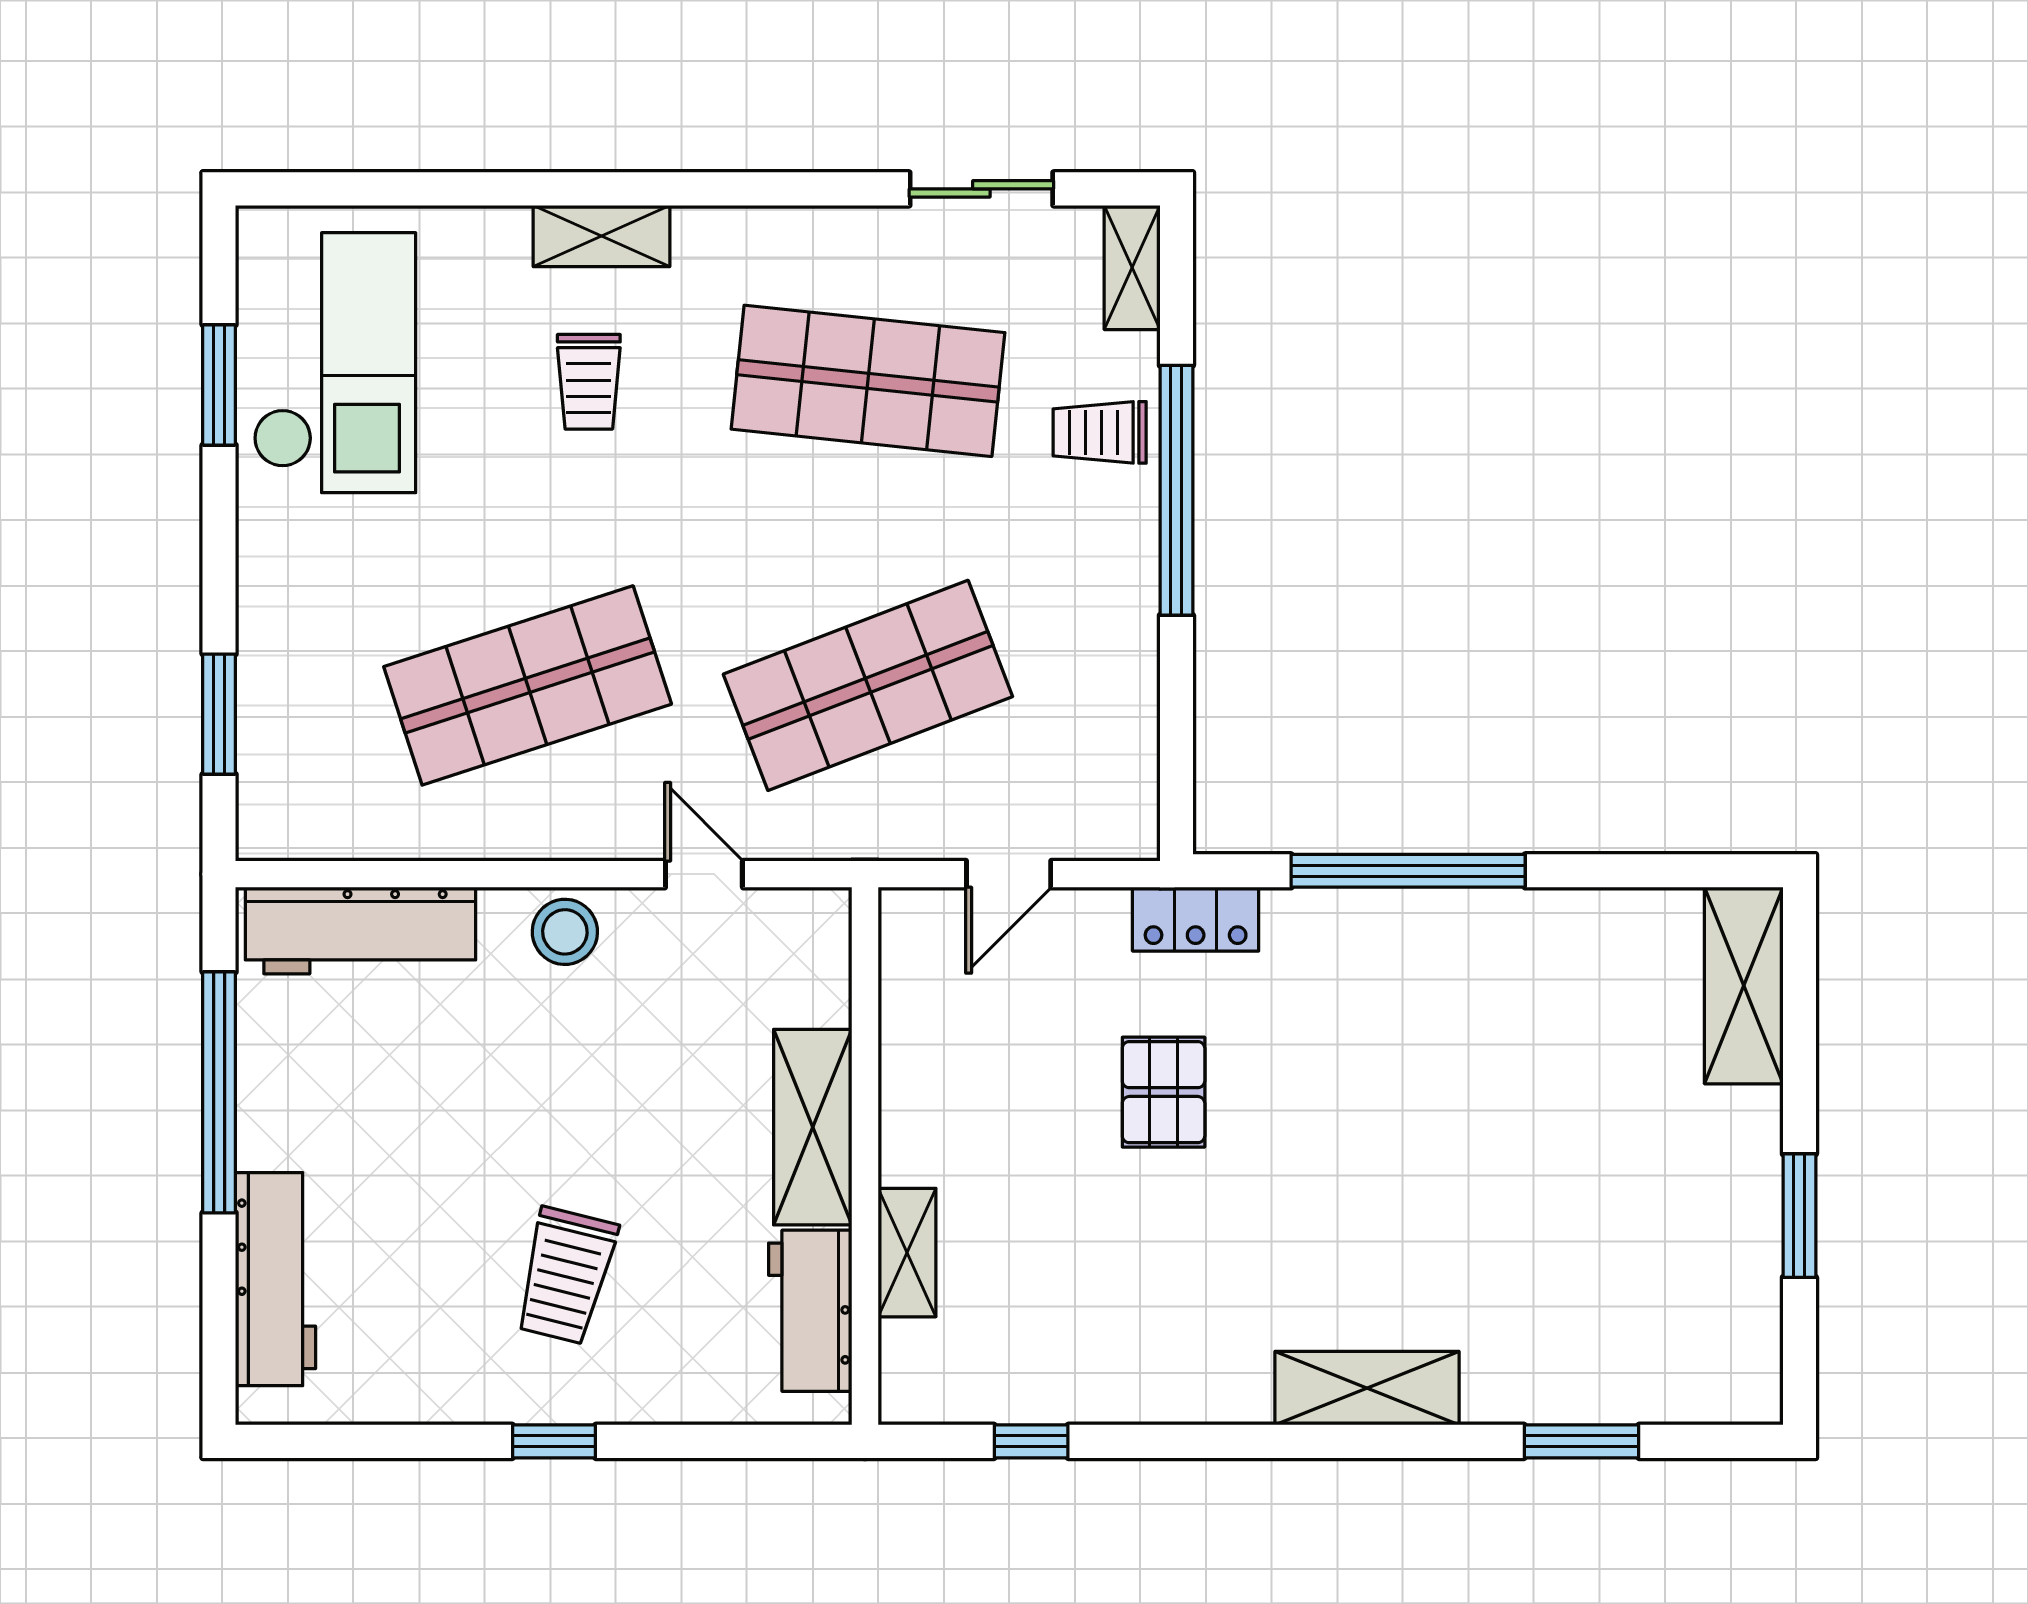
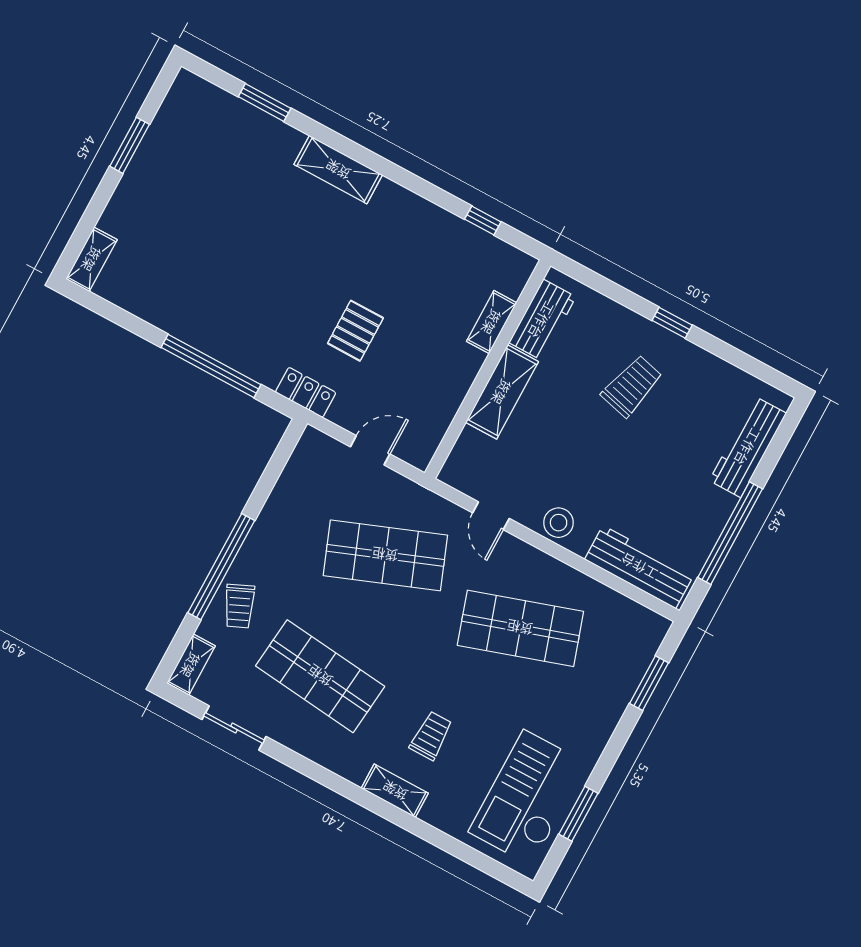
trolley: (1100, 432) -> (239, 606), turned 66
shelving: (1744, 986) -> (92, 259), width x0.67, depth x0.75

